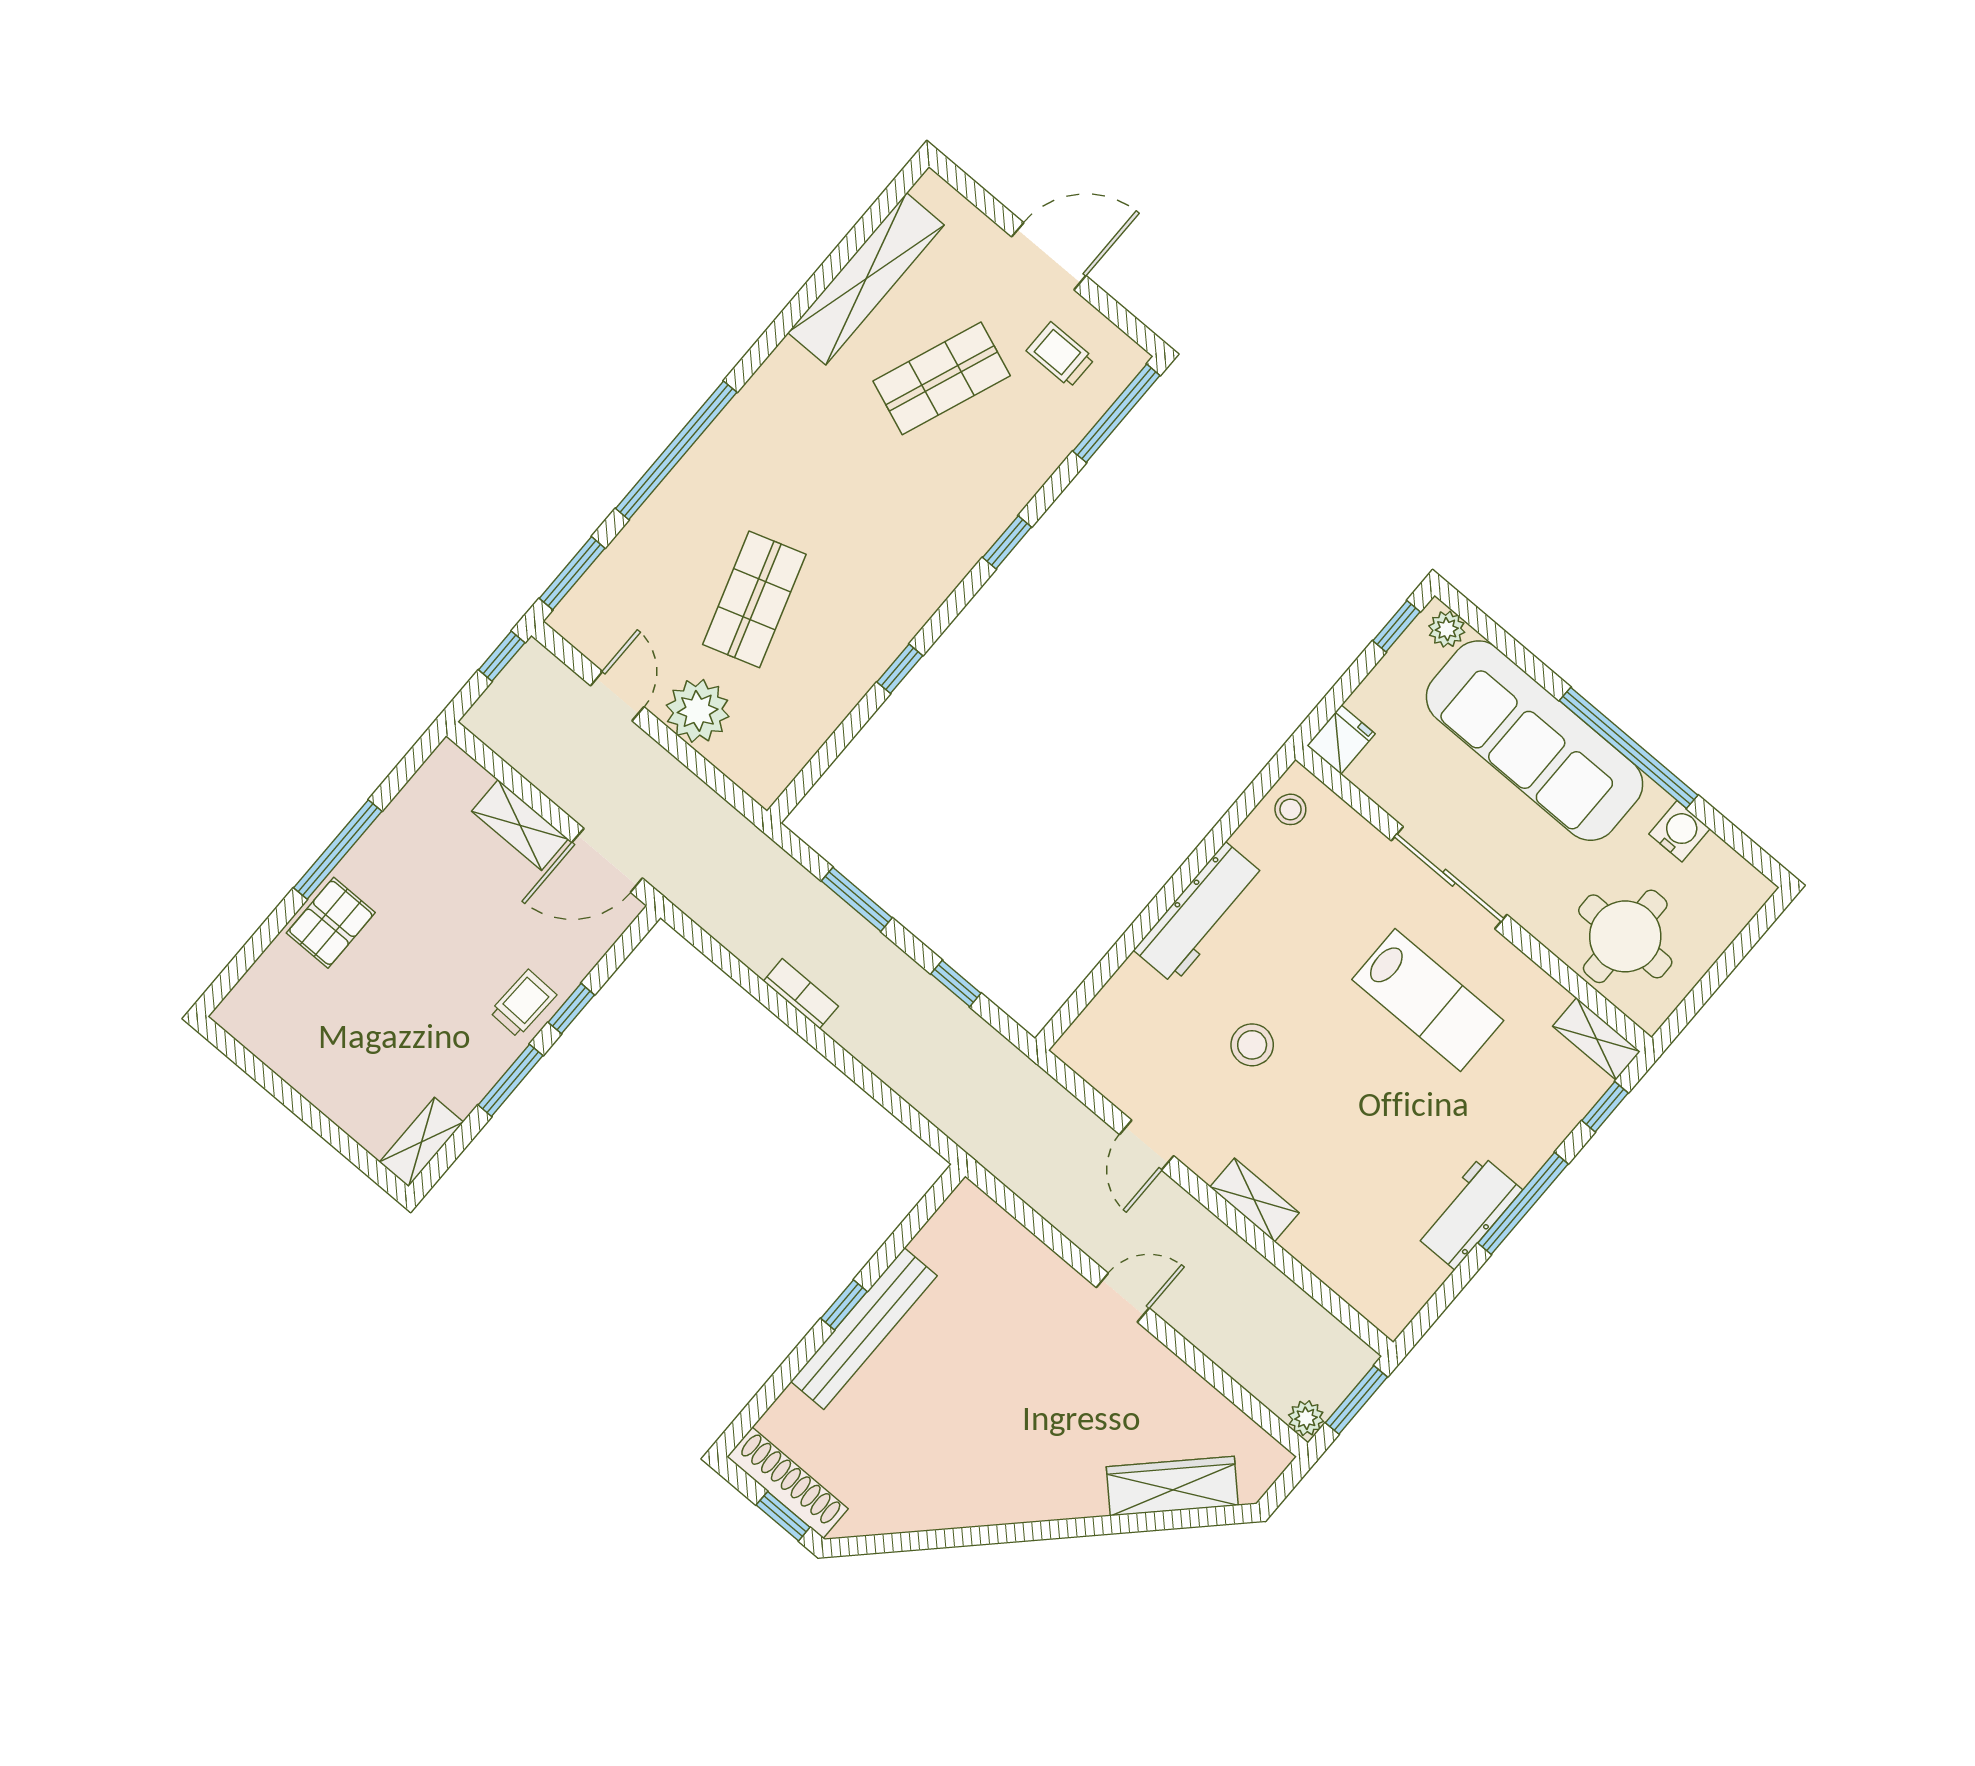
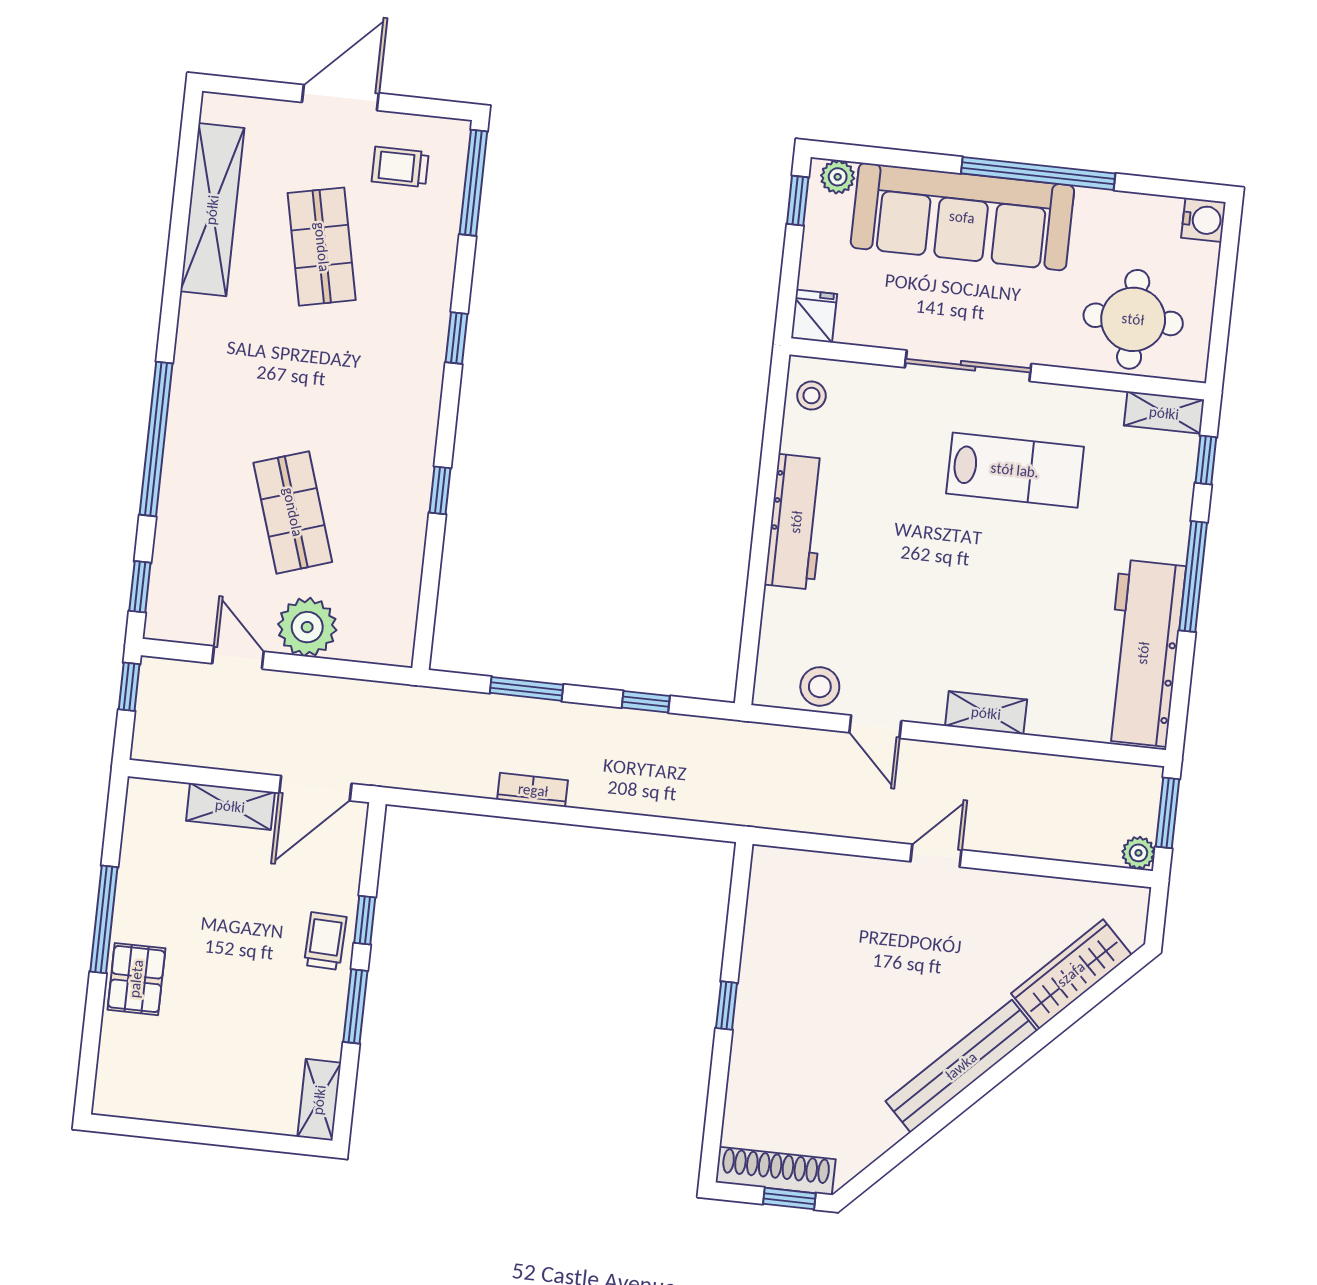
shop shelf: (942, 378) -> (322, 247), turned -33
window: (572, 573) -> (140, 587), width x0.67
water cooler: (1679, 831) -> (1203, 220), moved, turned 90
stool: (1252, 1045) -> (820, 686), moved
workbench: (1468, 1212) -> (1143, 653), width x1.88, depth x1.32
bench: (864, 1329) -> (961, 1066), moved, turned 45

